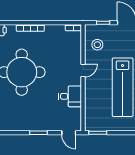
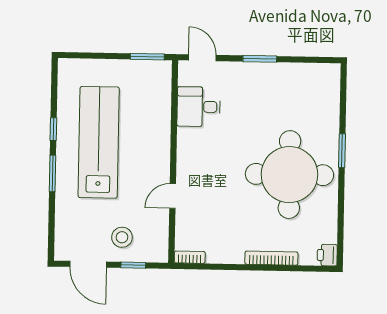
stool: (97, 45) -> (122, 237), moved
door: (83, 70) -> (173, 196), moved
desk: (70, 96) -> (199, 107), moved

